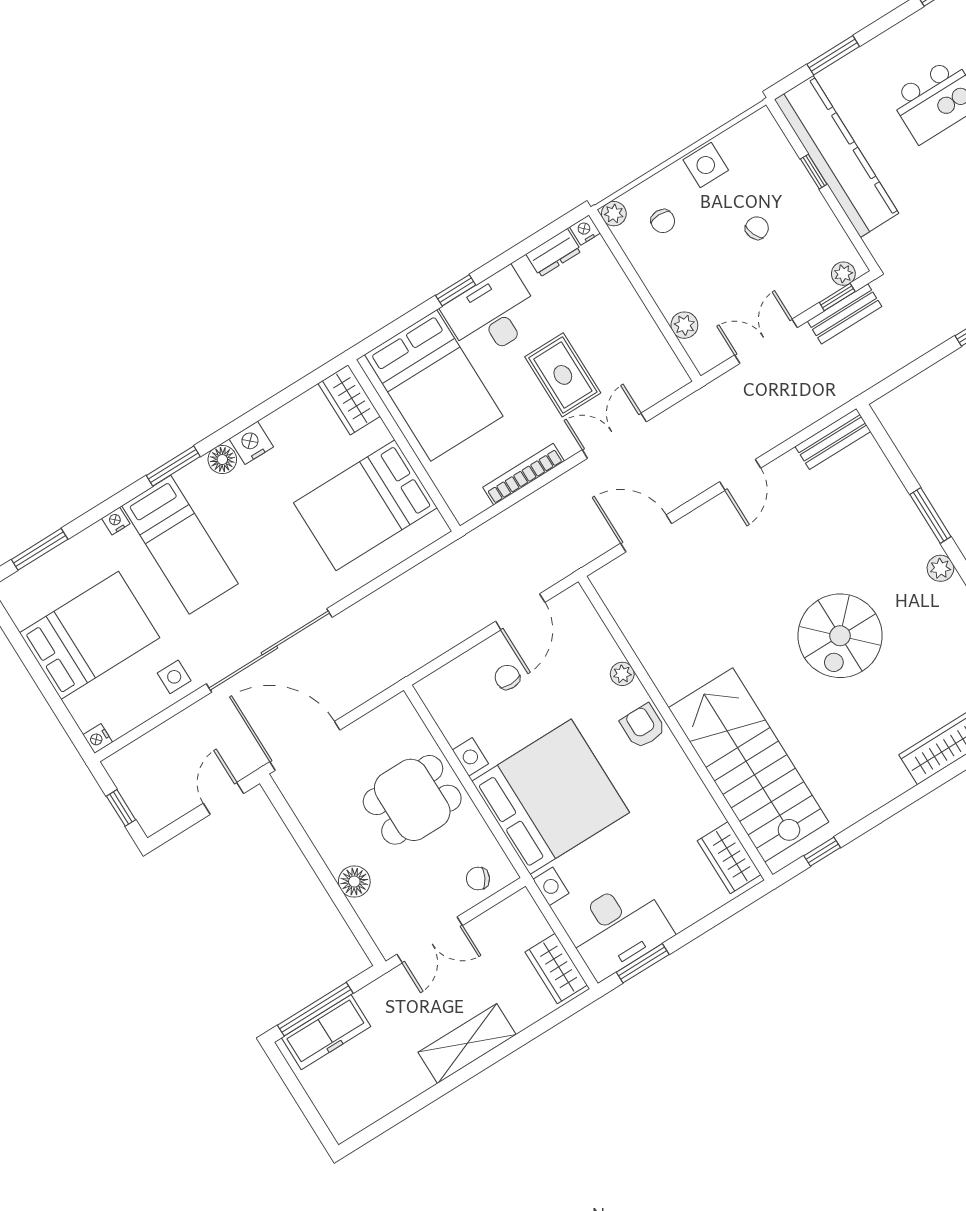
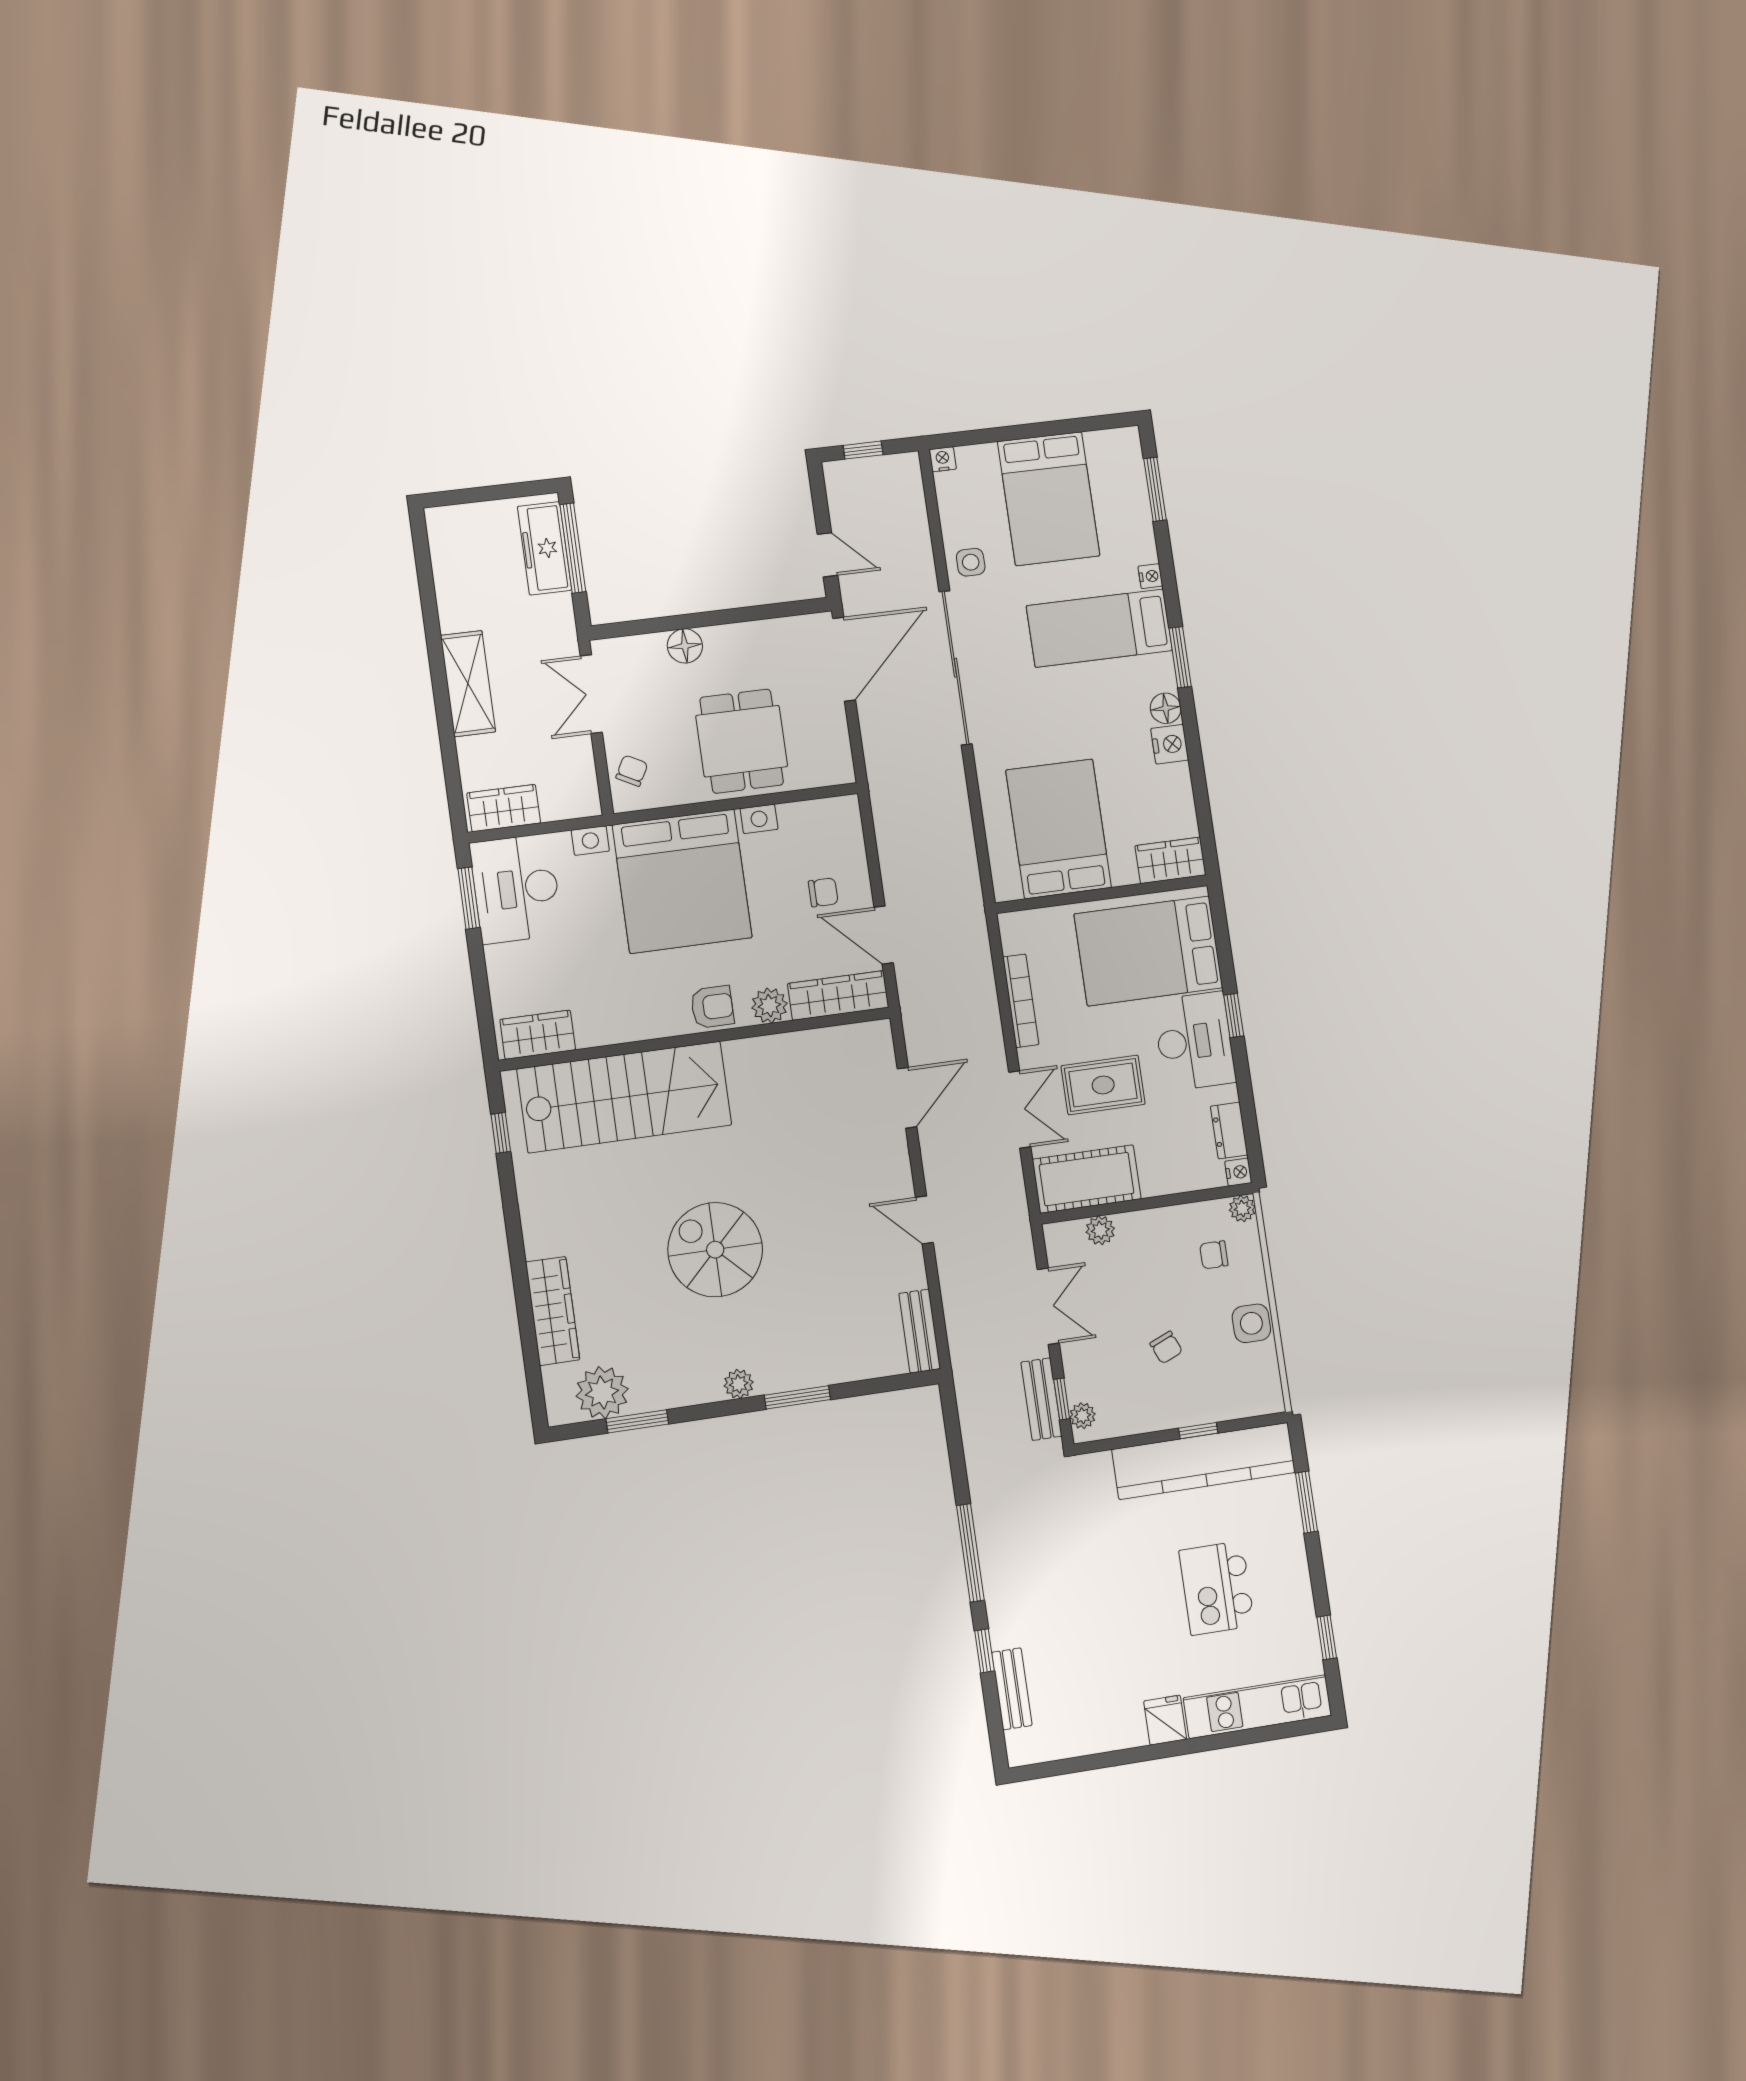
cot: (647, 355) -> (1087, 1179), added
wardrobe: (587, 627) -> (838, 996), added
plant: (622, 674) -> (769, 1006), width x1.38, depth x1.38

